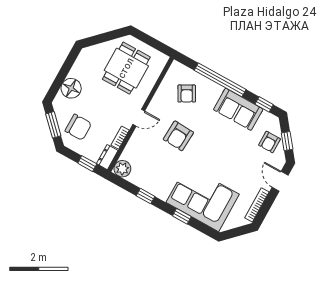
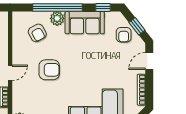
plant: (214, 90) -> (57, 18), added
armchair: (178, 136) -> (49, 70), turned -93
door: (280, 181) -> (149, 61), hinge flipped

